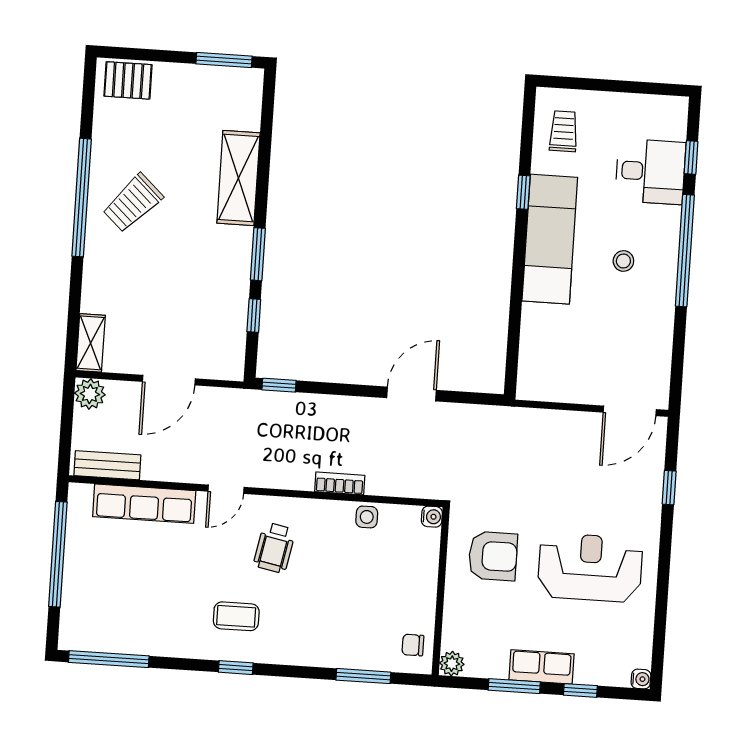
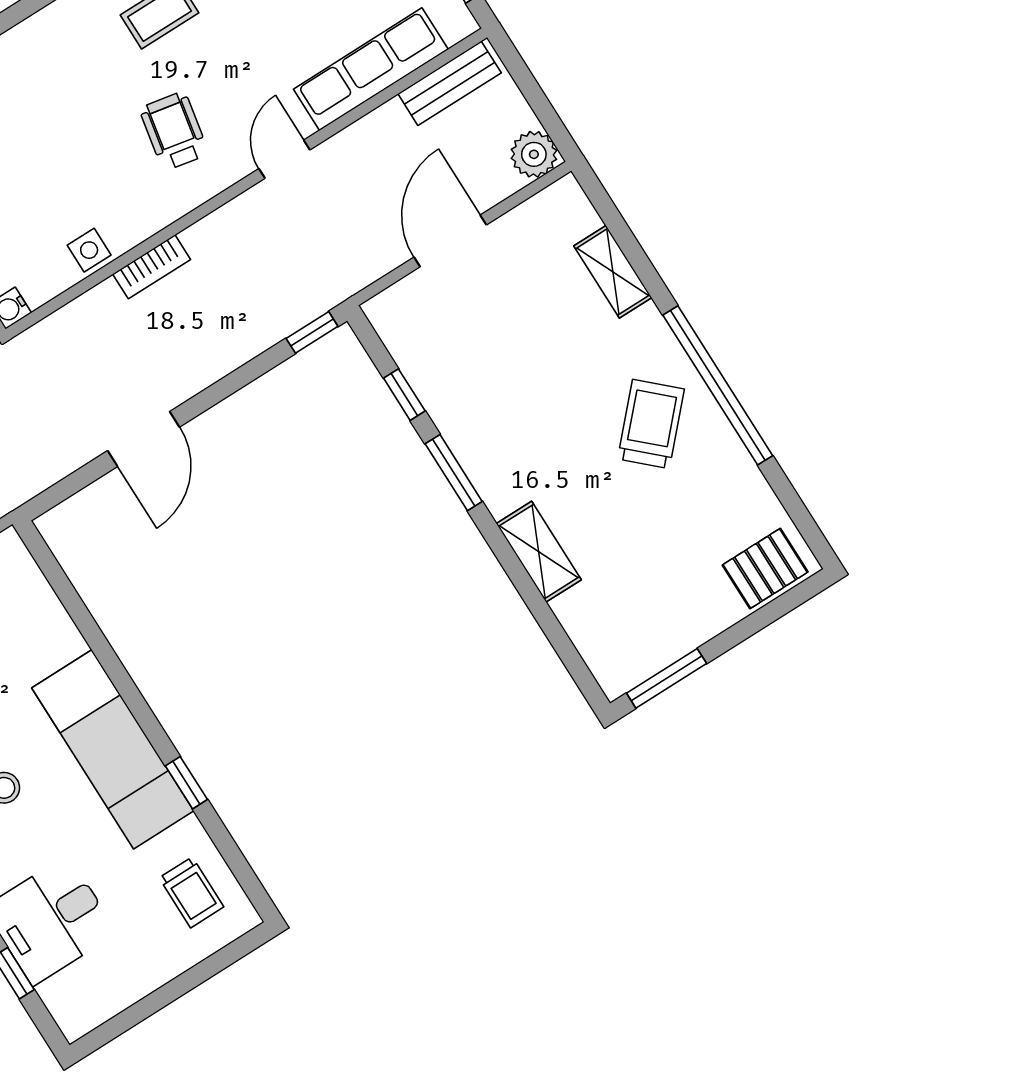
shelving: (238, 178) -> (539, 552), width x0.67, depth x0.75
shelving: (91, 343) -> (613, 272), moved

